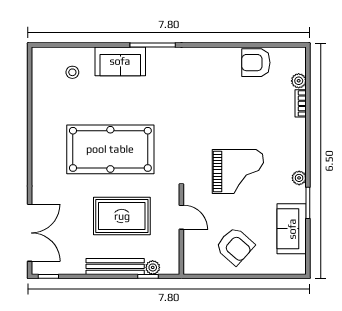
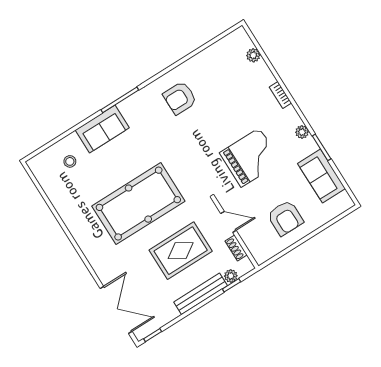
armchair: (256, 63) -> (180, 98), moved
bookcase: (301, 103) -> (280, 95), moved
shoe rack: (173, 245) -> (236, 248), added
armchair: (235, 246) -> (285, 218), turned 48

